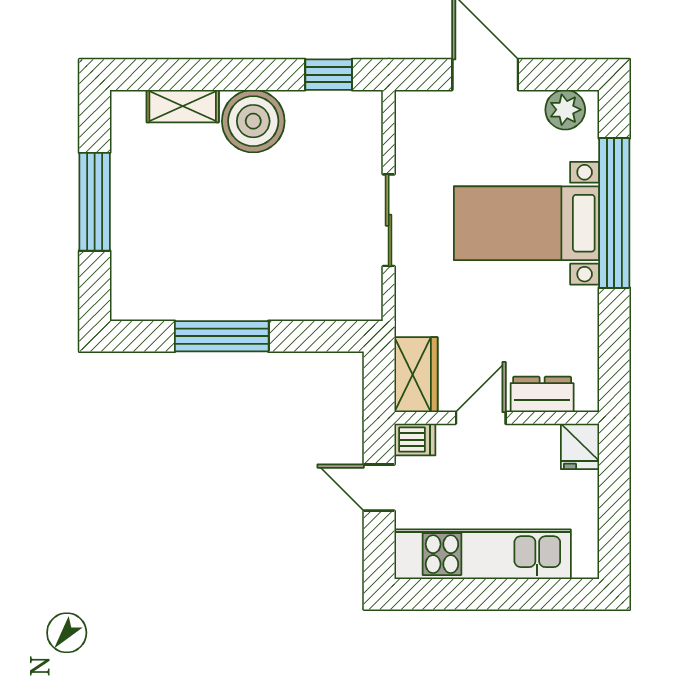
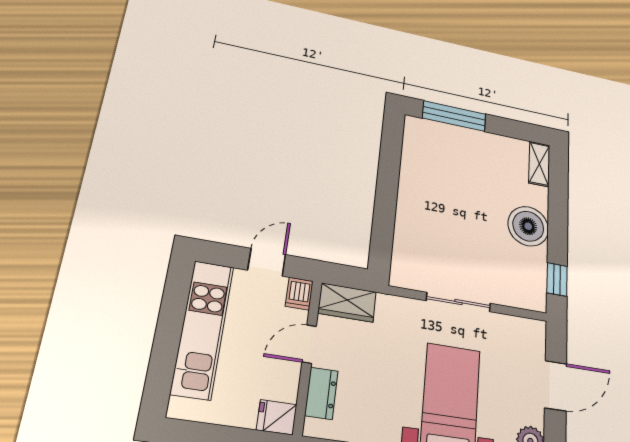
shelving: (183, 106) -> (539, 164), moved
window: (95, 202) -> (454, 116), moved
window: (222, 336) -> (388, 179), removed
door: (481, 418) -> (309, 344), swing flipped

